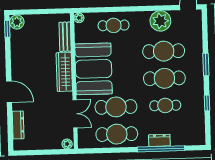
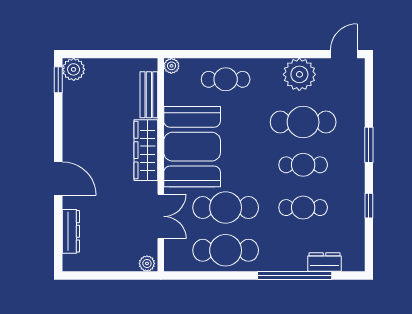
cafe table: (164, 78) -> (303, 165), width x0.73, depth x0.74
dresser: (159, 140) -> (324, 262), moved

